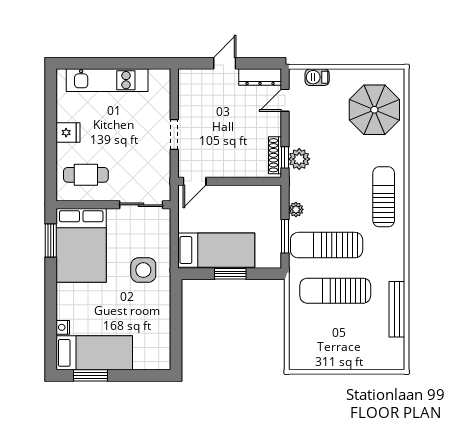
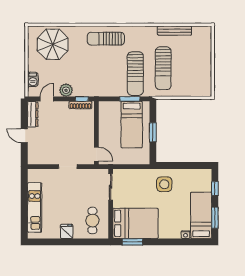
door: (285, 100) -> (47, 99), swing flipped
plant: (299, 159) -> (66, 90), moved
plant: (296, 209) -> (114, 92), removed
bed: (216, 250) -> (132, 125), moved, turned 180
side table: (143, 270) -> (164, 184), moved
window: (138, 375) -> (215, 189), added

